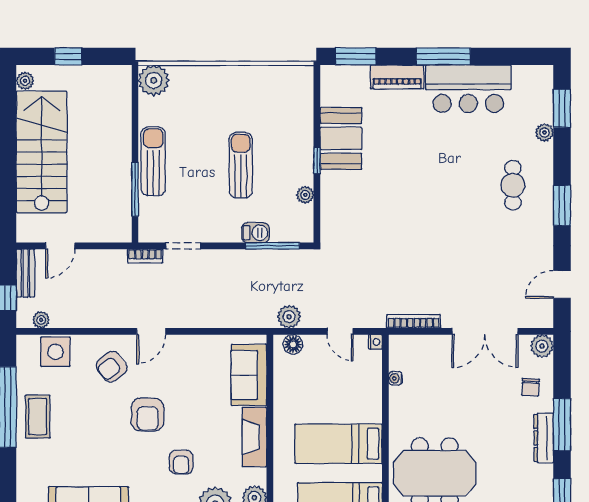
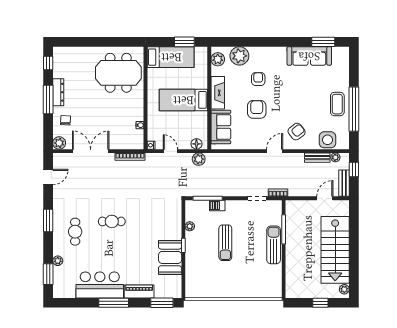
plant: (154, 80) -> (273, 289), removed
sun lounger: (153, 161) -> (274, 245), turned 180
cafe table: (447, 204) -> (112, 221), added
bench: (74, 319) -> (317, 158), added
armchair: (148, 415) -> (257, 109), moved
bed: (339, 444) -> (183, 100), moved, turned 180

